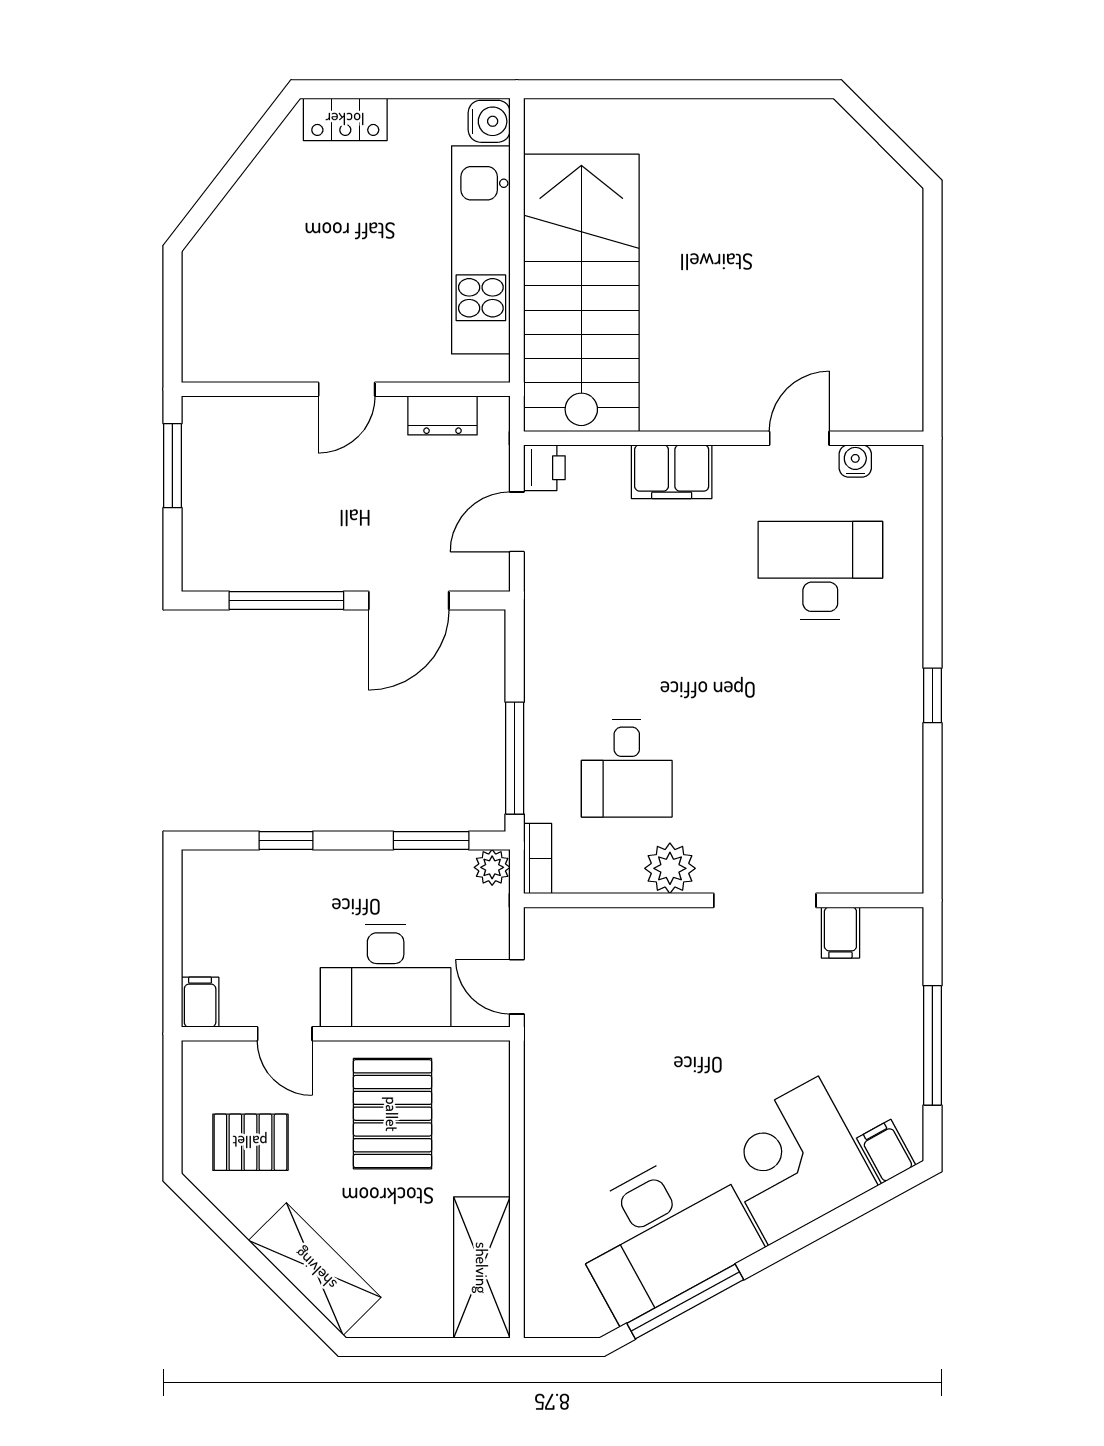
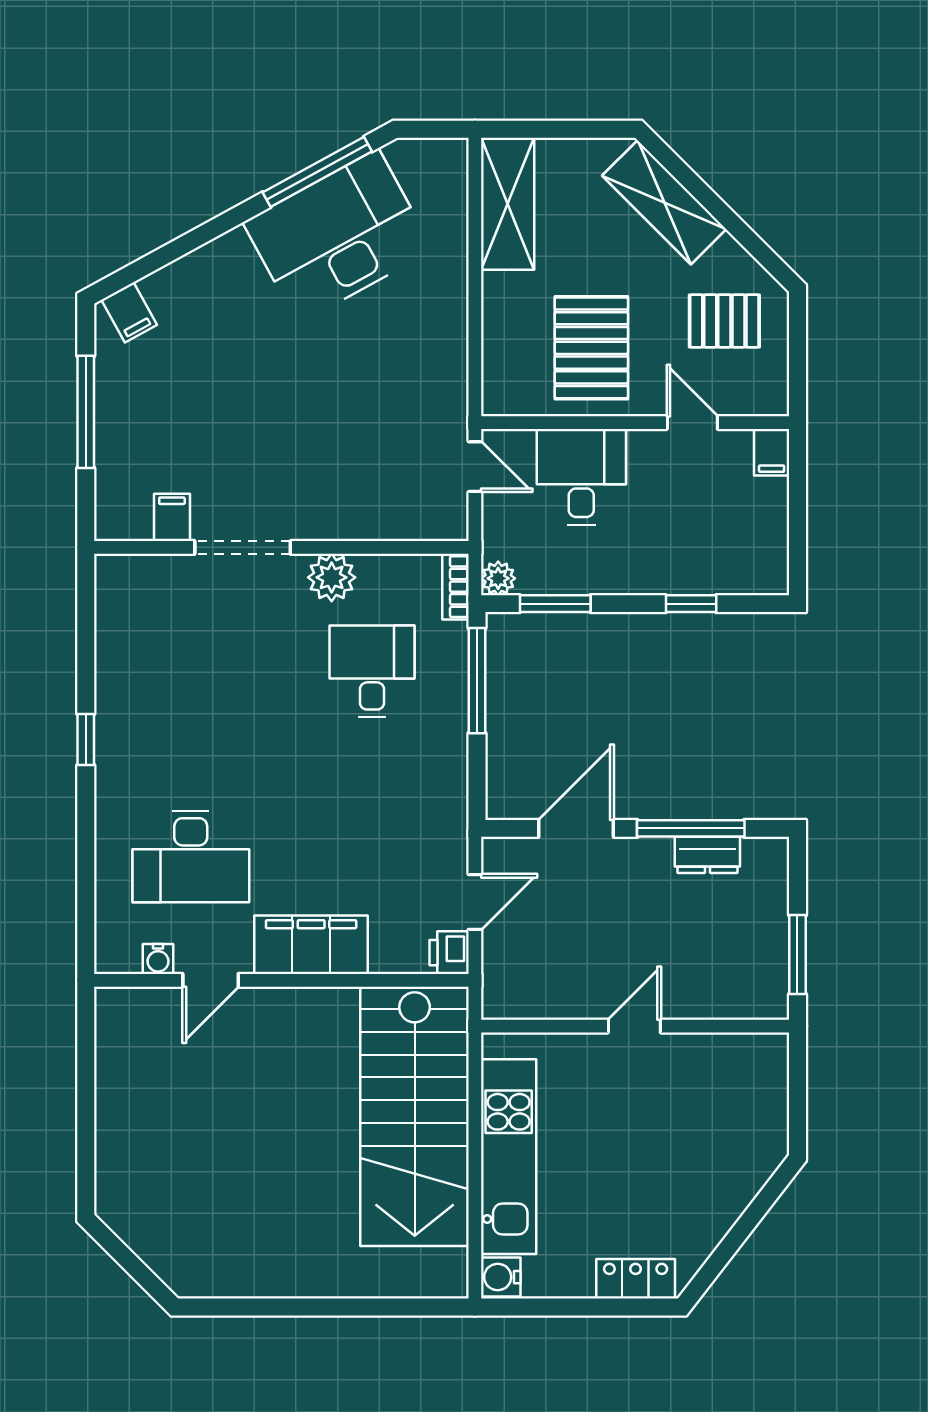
dresser: (443, 415) -> (707, 855), moved, turned 180
filing cabinet: (672, 472) -> (311, 945), width x1.50, depth x1.17
desk: (386, 976) -> (581, 477), width x0.73
corner desk: (793, 1161) -> (216, 304), removed

